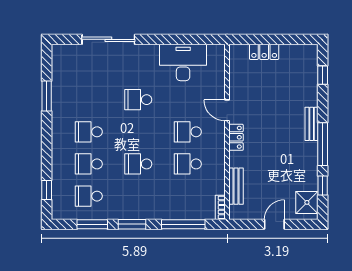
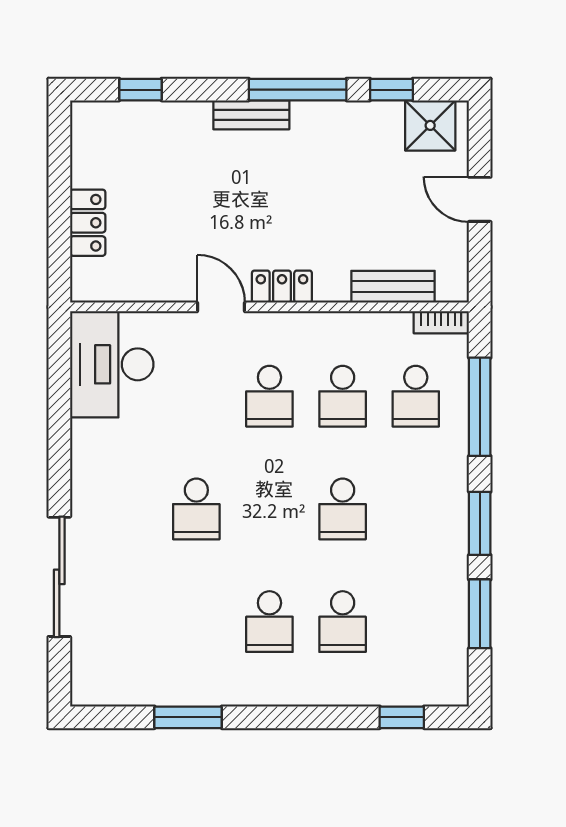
desk: (183, 62) -> (112, 364), moved
door: (227, 110) -> (221, 307), swing flipped
school desk: (89, 196) -> (416, 396), moved

